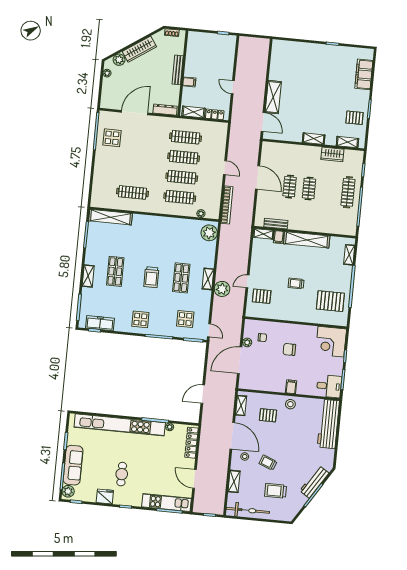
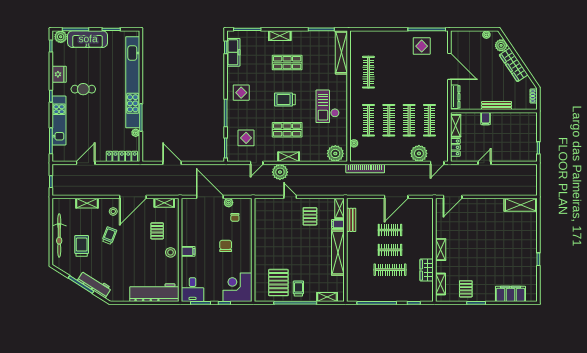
shelving: (273, 97) -> (521, 205), moved
plant: (217, 151) -> (419, 153), added
door: (225, 168) -> (437, 163), moved
clothes rail: (348, 192) -> (390, 270), moved
checkout: (162, 236) -> (328, 106), added
trolley: (296, 283) -> (298, 288), moved
pallet: (262, 296) -> (310, 216), moved
door: (209, 330) -> (257, 163), moved
kitchen unit: (167, 503) -> (59, 121), moved
bicycle: (248, 510) -> (59, 235), moved

